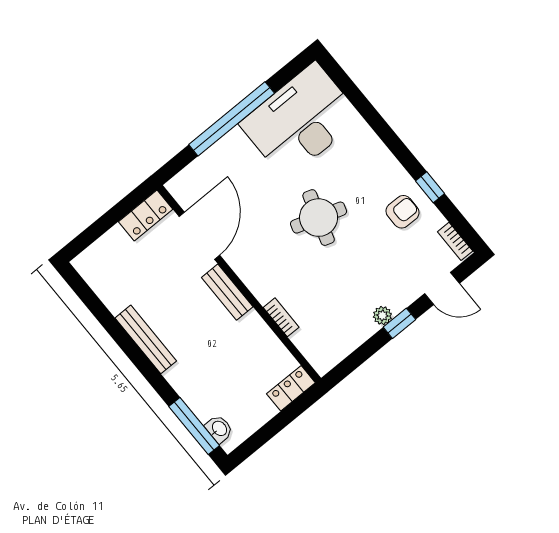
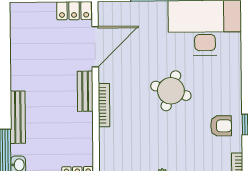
bookcase: (281, 317) -> (104, 105), moved, width x1.56
bench: (146, 339) -> (18, 117), moved

